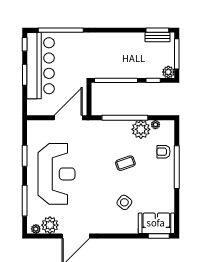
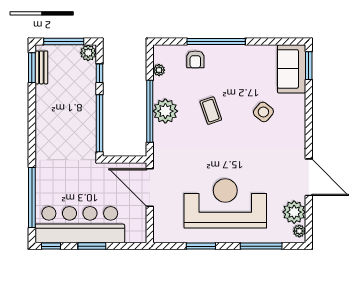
plant: (141, 129) -> (165, 111), moved

